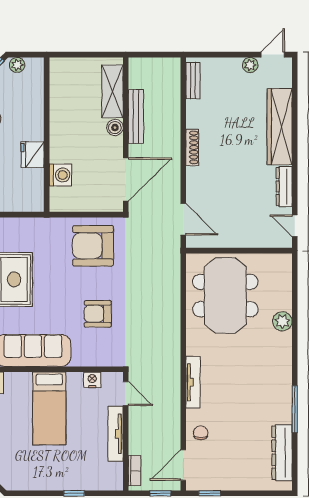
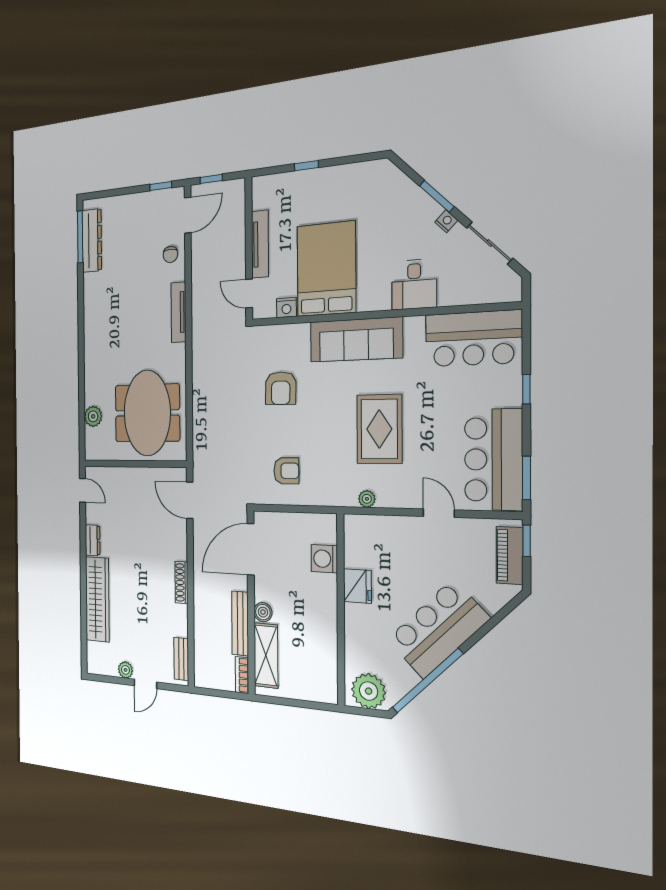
door: (273, 55) -> (145, 684), moved
plant: (17, 65) -> (369, 691), width x1.87, depth x1.87
dresser: (284, 186) -> (93, 540), width x0.70
plant: (25, 224) -> (367, 499), added
armchair: (93, 246) -> (286, 471), width x0.53, depth x0.53
armchair: (98, 314) -> (281, 388), turned 91
plant: (282, 321) -> (93, 416), moved
bed: (49, 408) -> (326, 269), width x1.50
window: (295, 409) -> (80, 237), moved
bookcase: (135, 471) -> (242, 675), moved

